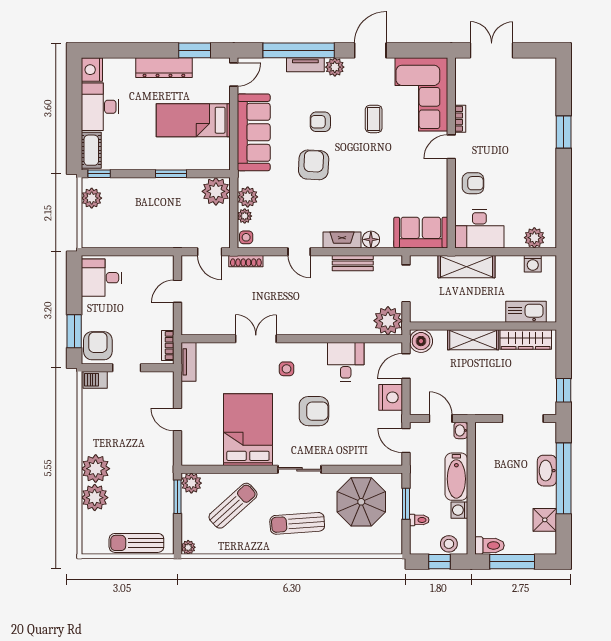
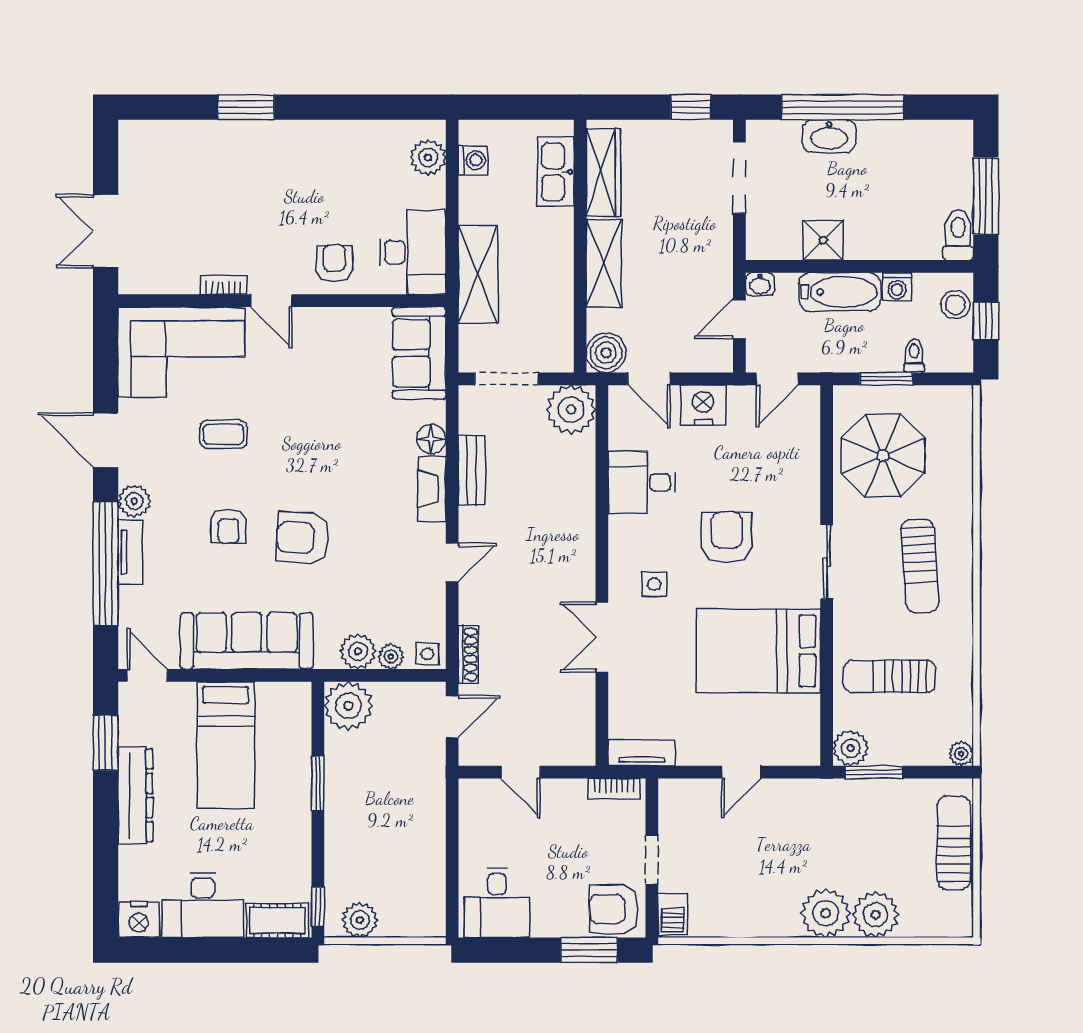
sun lounger: (233, 506) -> (890, 677), turned -48
shower: (545, 520) -> (823, 240), moved
sun lounger: (136, 543) -> (954, 843), turned 180

